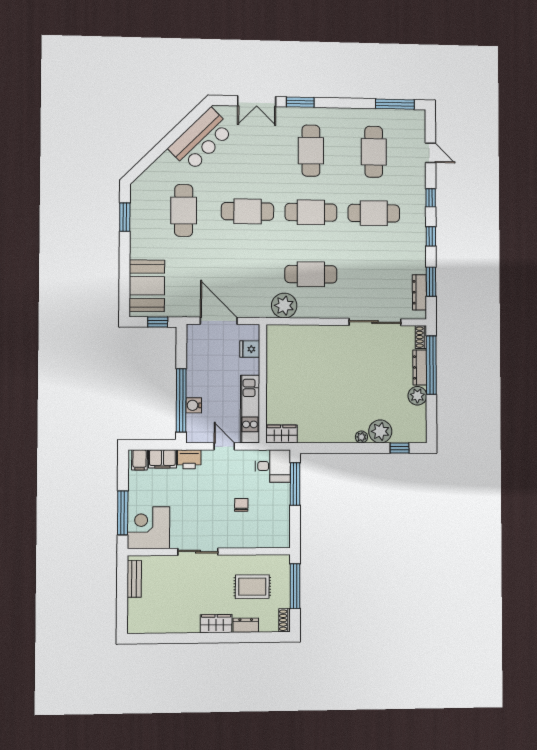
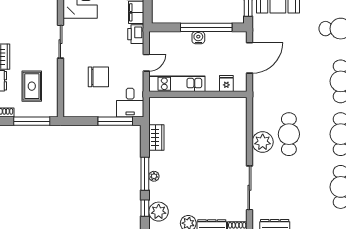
plant: (284, 306) -> (263, 142), moved
window: (181, 400) -> (206, 27), moved
water cooler: (194, 405) -> (198, 38), moved
plant: (380, 431) -> (159, 212), moved
wardrobe: (282, 434) -> (156, 138), moved
window: (359, 448) -> (145, 174), added
chair: (241, 505) -> (98, 77), width x1.87, depth x1.87

